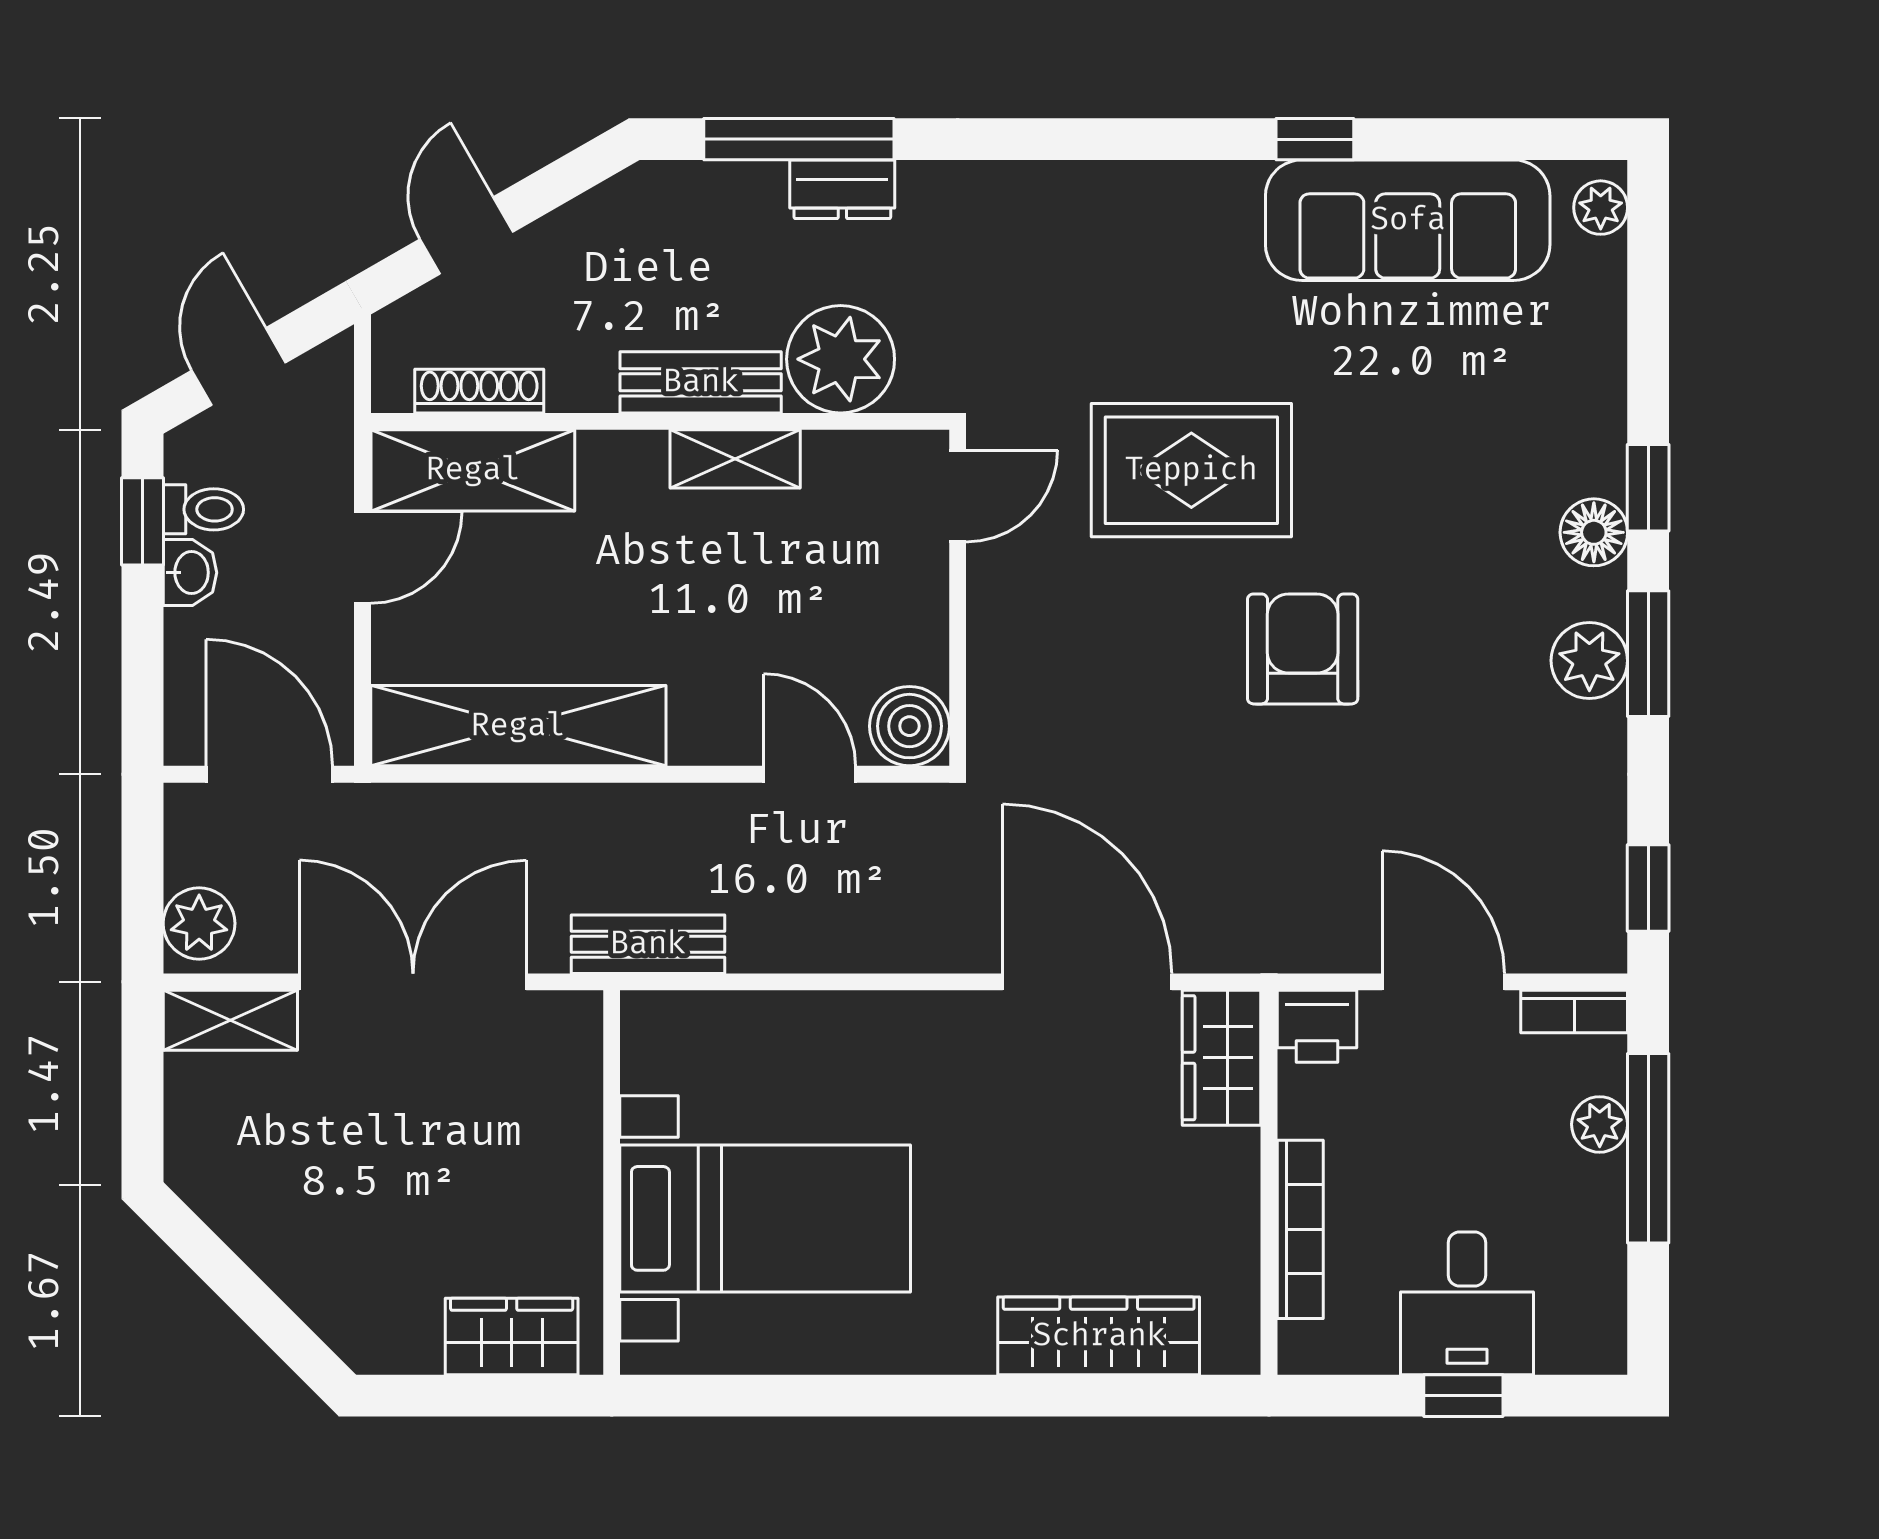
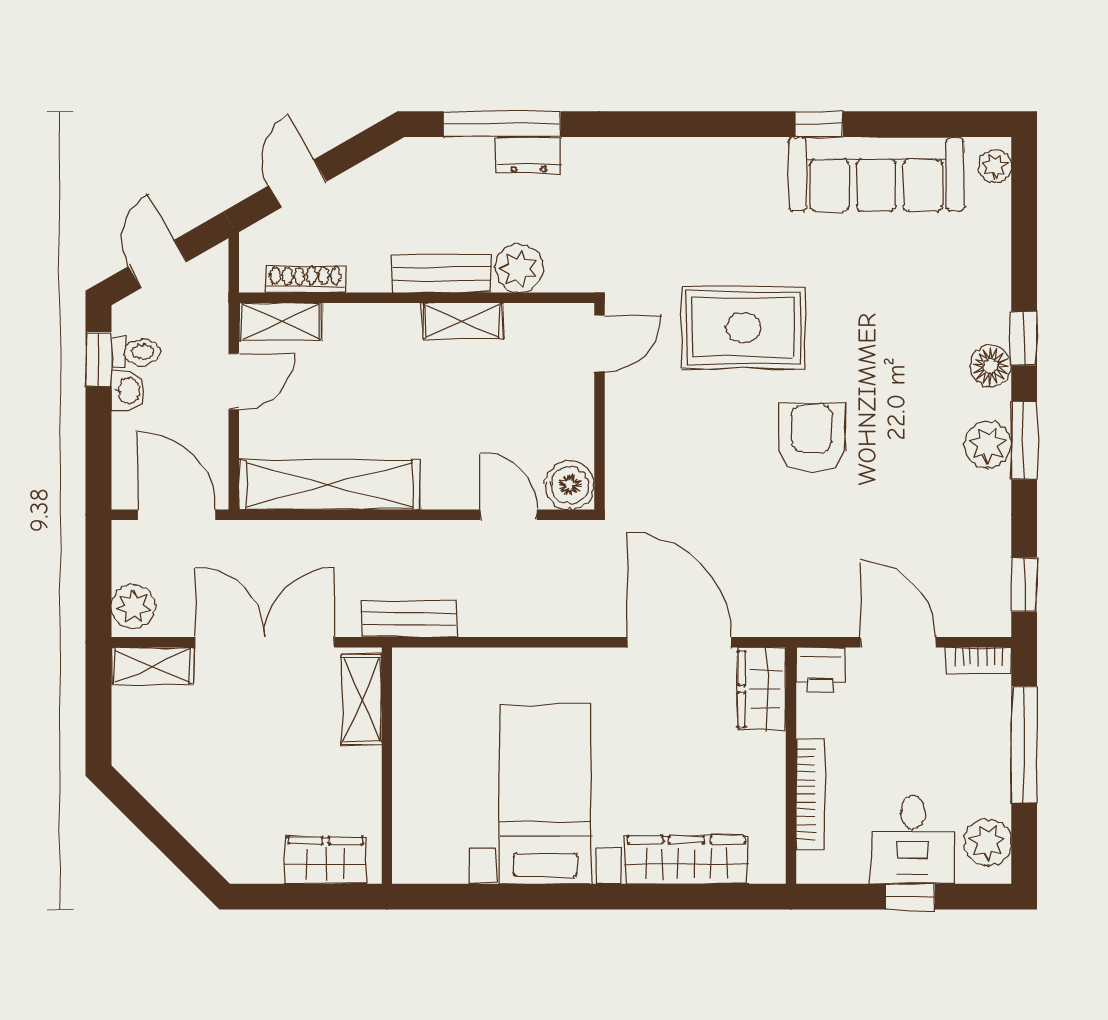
plant: (841, 359) -> (519, 268), width x0.73, depth x0.73
shelving: (473, 470) -> (281, 322), width x0.67, depth x0.75
shelving: (570, 1075) -> (361, 700), added
plant: (1600, 1124) -> (988, 842), moved, width x1.38, depth x1.38
bed with nightstands: (765, 1218) -> (546, 795), moved, turned -90

